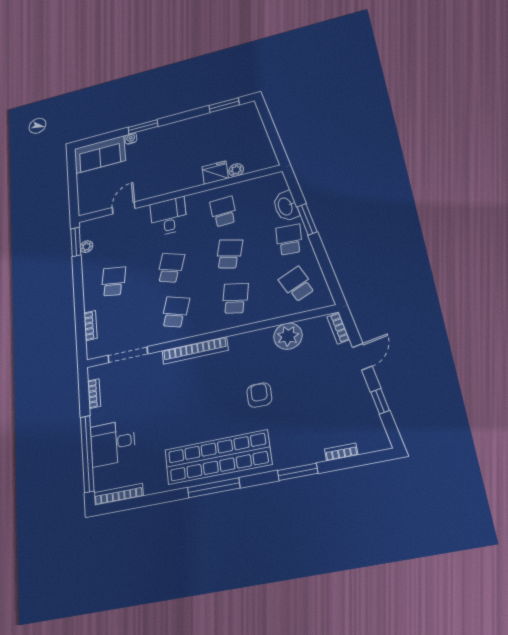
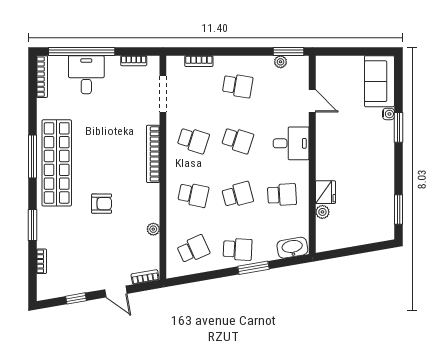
washbasin: (286, 206) -> (292, 248), moved
school desk: (229, 254) -> (238, 195), turned -30
plant: (288, 336) -> (153, 229), width x0.53, depth x0.53

